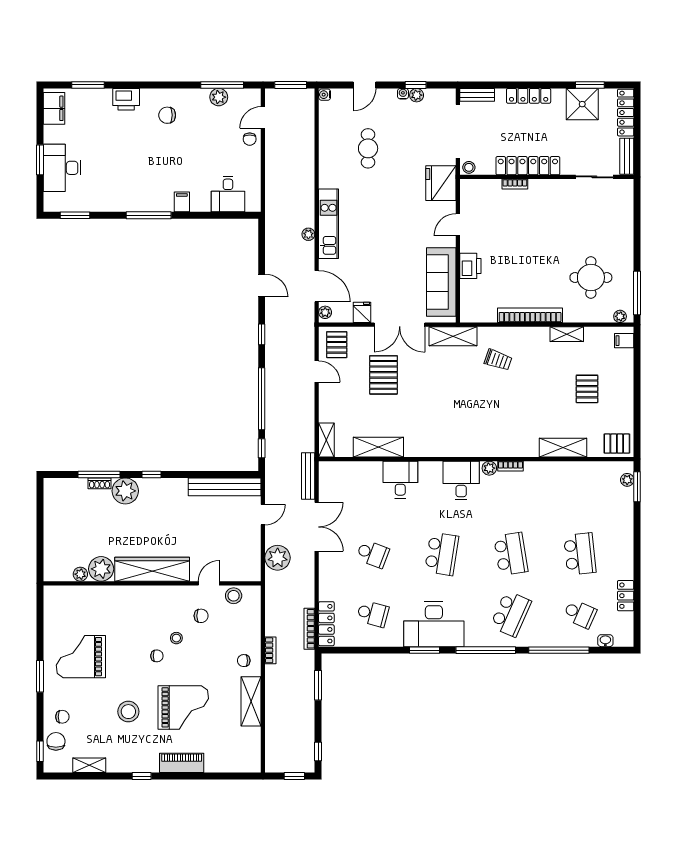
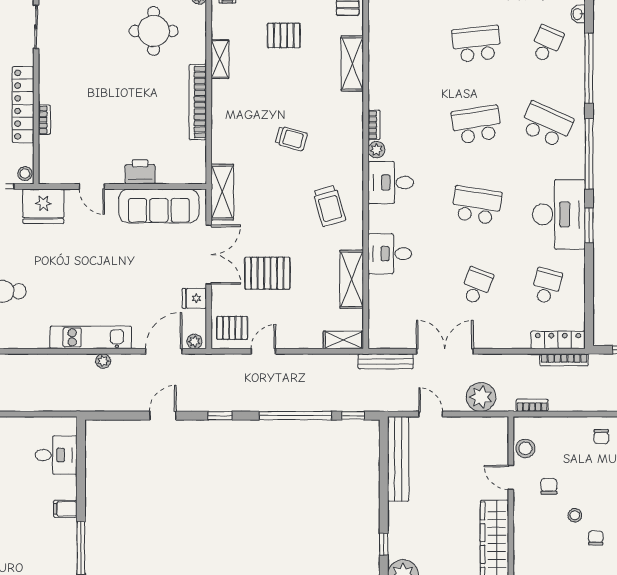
trolley: (498, 360) -> (291, 139), moved, turned 86
trolley: (441, 428) -> (329, 206), added
bookcase: (270, 650) -> (532, 405), moved

